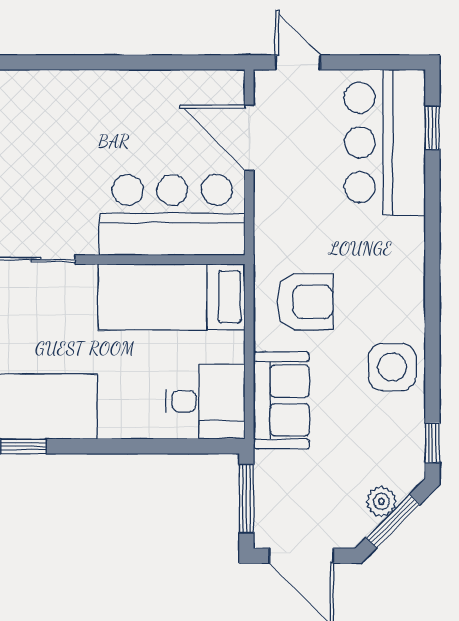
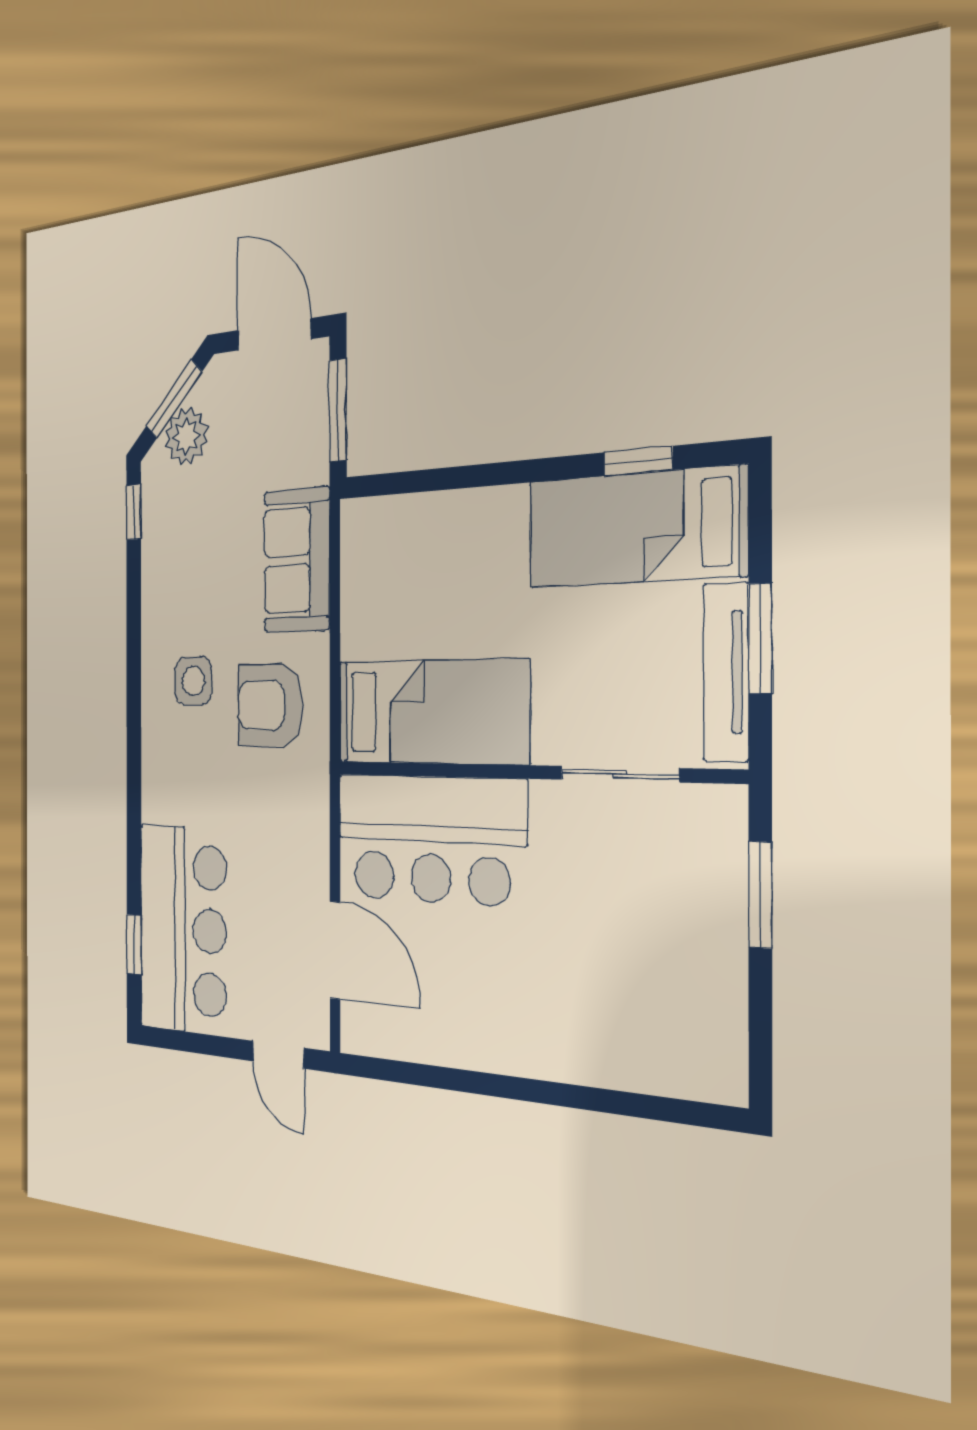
side table: (392, 367) -> (193, 681), moved, width x0.73, depth x0.73
desk: (205, 401) -> (388, 553), removed
plant: (381, 501) -> (186, 436), width x1.38, depth x1.38

